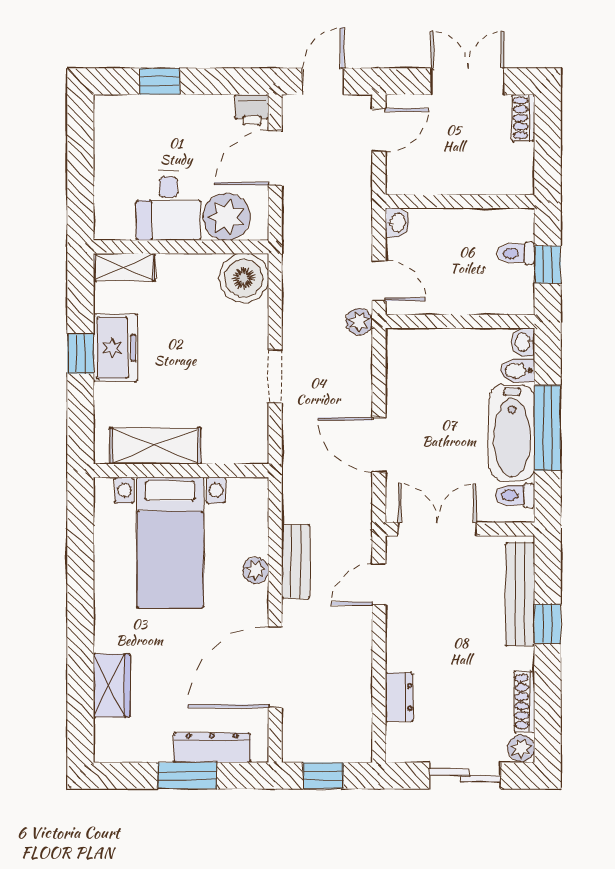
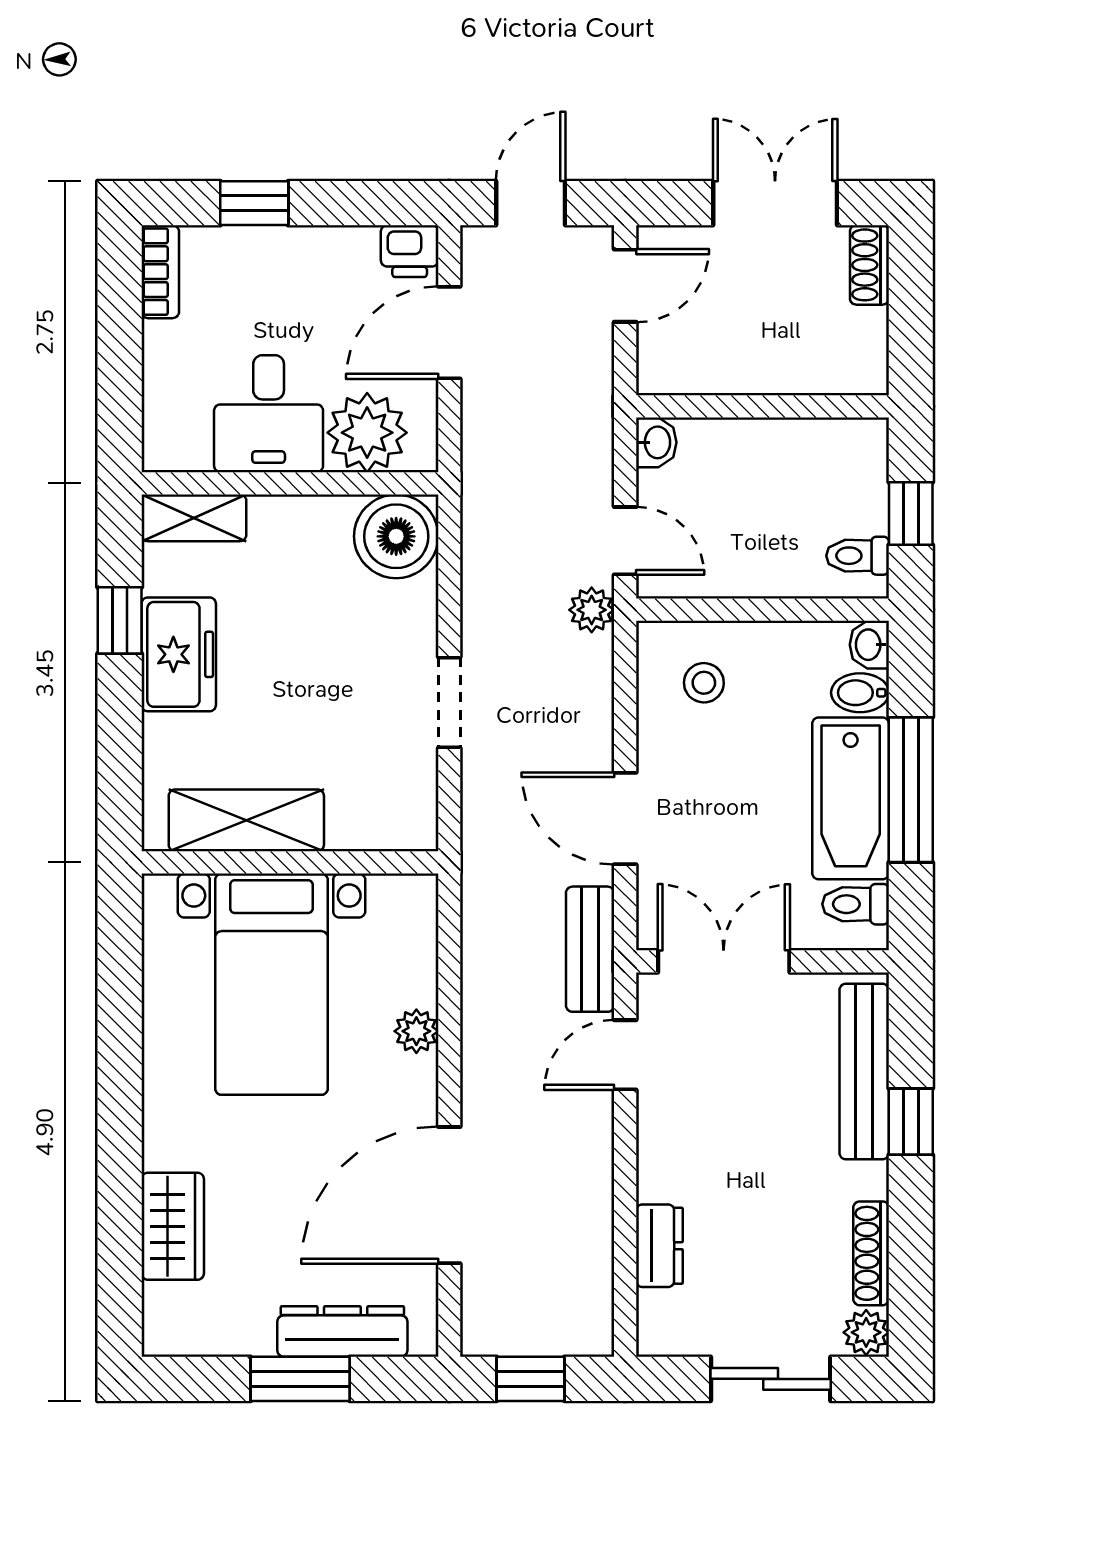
bookcase: (104, 122) -> (160, 272), added
toilet: (516, 253) -> (858, 556), moved
window: (80, 354) -> (120, 620), moved
stool: (425, 365) -> (704, 683), added
bench: (296, 561) -> (590, 949), moved

